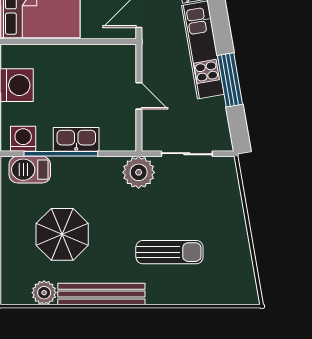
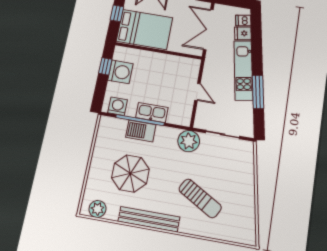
barbecue: (30, 170) -> (141, 131), moved
sun lounger: (169, 252) -> (200, 198), turned 30
plant: (44, 293) -> (97, 209), moved

